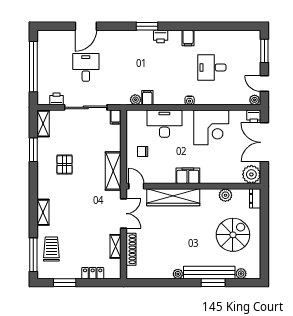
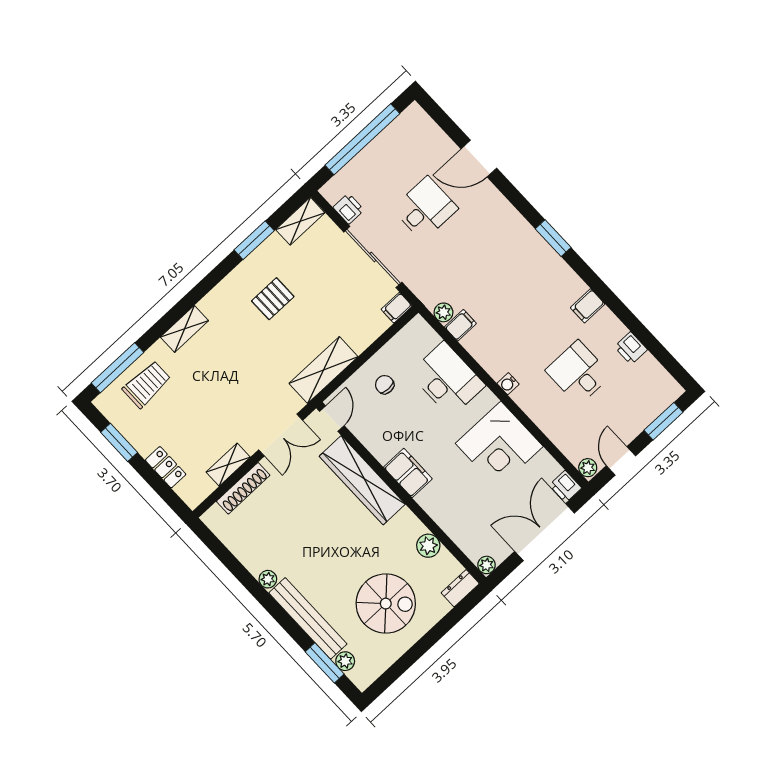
printer: (161, 36) -> (631, 348), moved
plant: (251, 174) -> (486, 565), width x0.53, depth x0.53
window: (213, 283) -> (325, 663), moved

